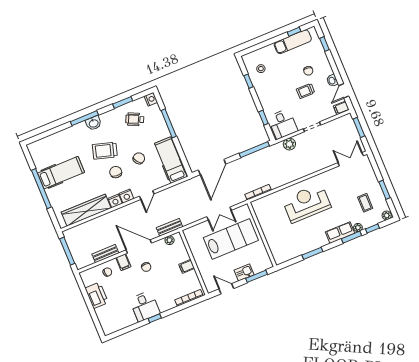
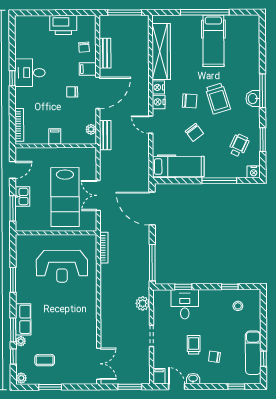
desk: (283, 124) -> (185, 304), moved, turned 90
trolley: (105, 151) -> (218, 99), turned 147
reception desk: (306, 203) -> (62, 266), moved, turned 90

